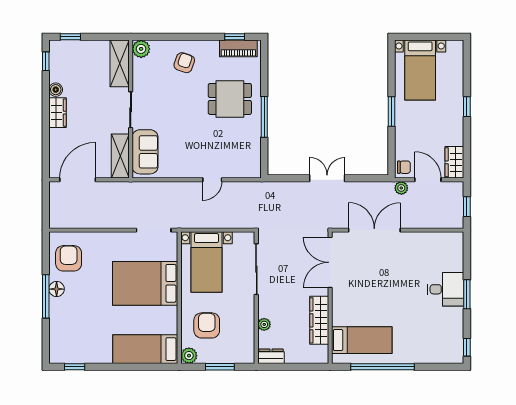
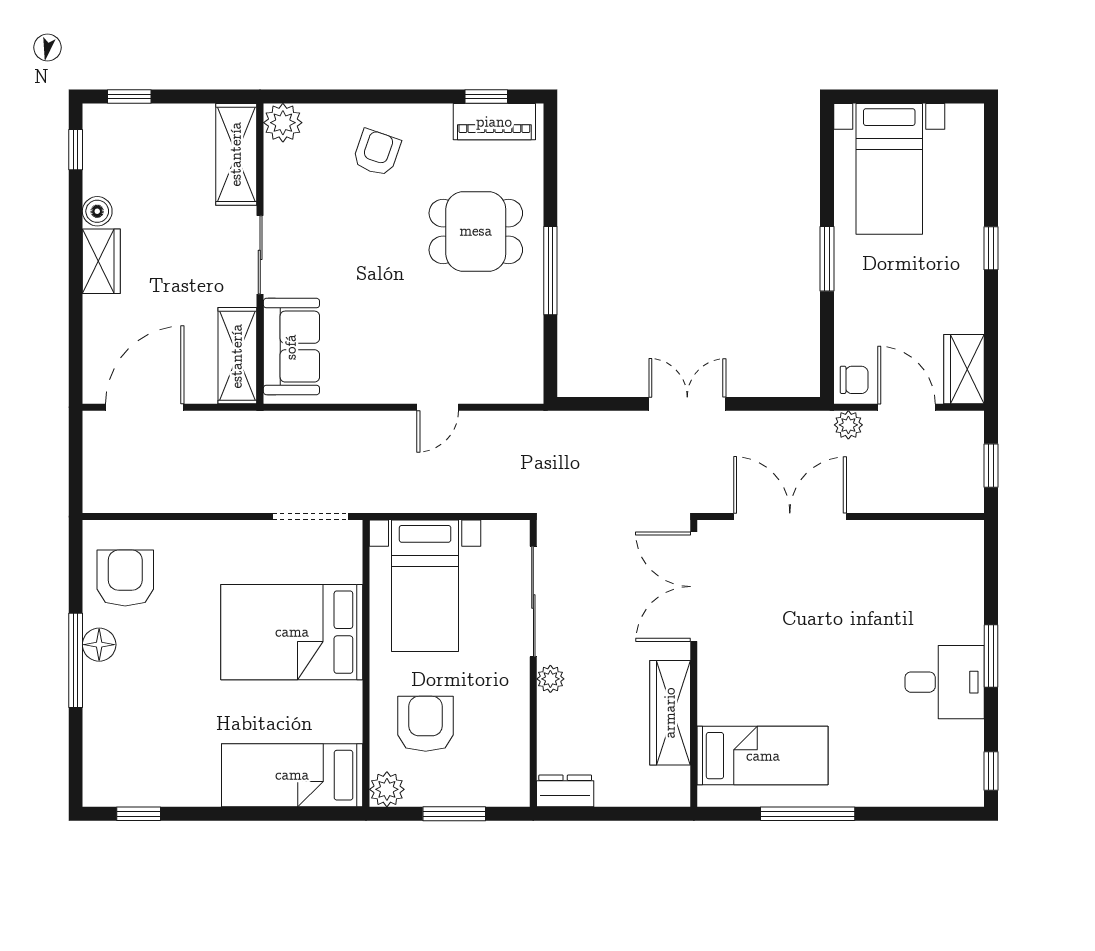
desk: (446, 289) -> (945, 682), moved
plant: (264, 324) -> (550, 679), moved
window: (383, 367) -> (808, 814), width x0.68

